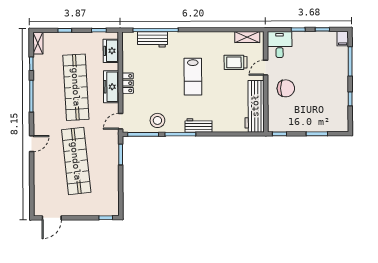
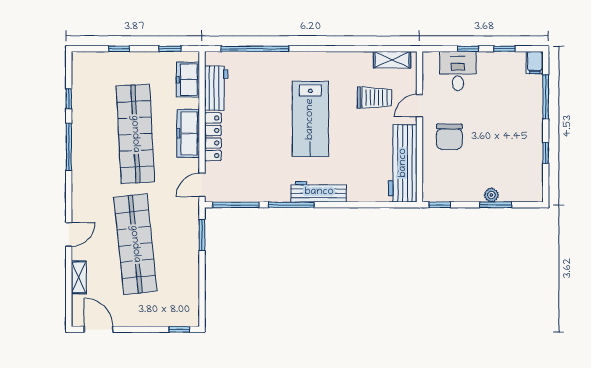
workbench: (153, 39) -> (216, 88), moved, turned -90
shelving: (38, 43) -> (79, 277), moved
desk: (280, 44) -> (458, 71), moved
trolley: (236, 62) -> (374, 98), turned 180
lab bench: (193, 77) -> (310, 119), width x1.36, depth x1.39
locker: (128, 83) -> (213, 137), width x1.53
chair: (286, 88) -> (449, 137), turned 90
stool: (157, 120) -> (257, 184), removed
workbench: (199, 126) -> (319, 192), width x1.37
plant: (314, 127) -> (491, 195), added
door: (32, 144) -> (69, 234), moved
door: (52, 218) -> (99, 329), swing flipped

